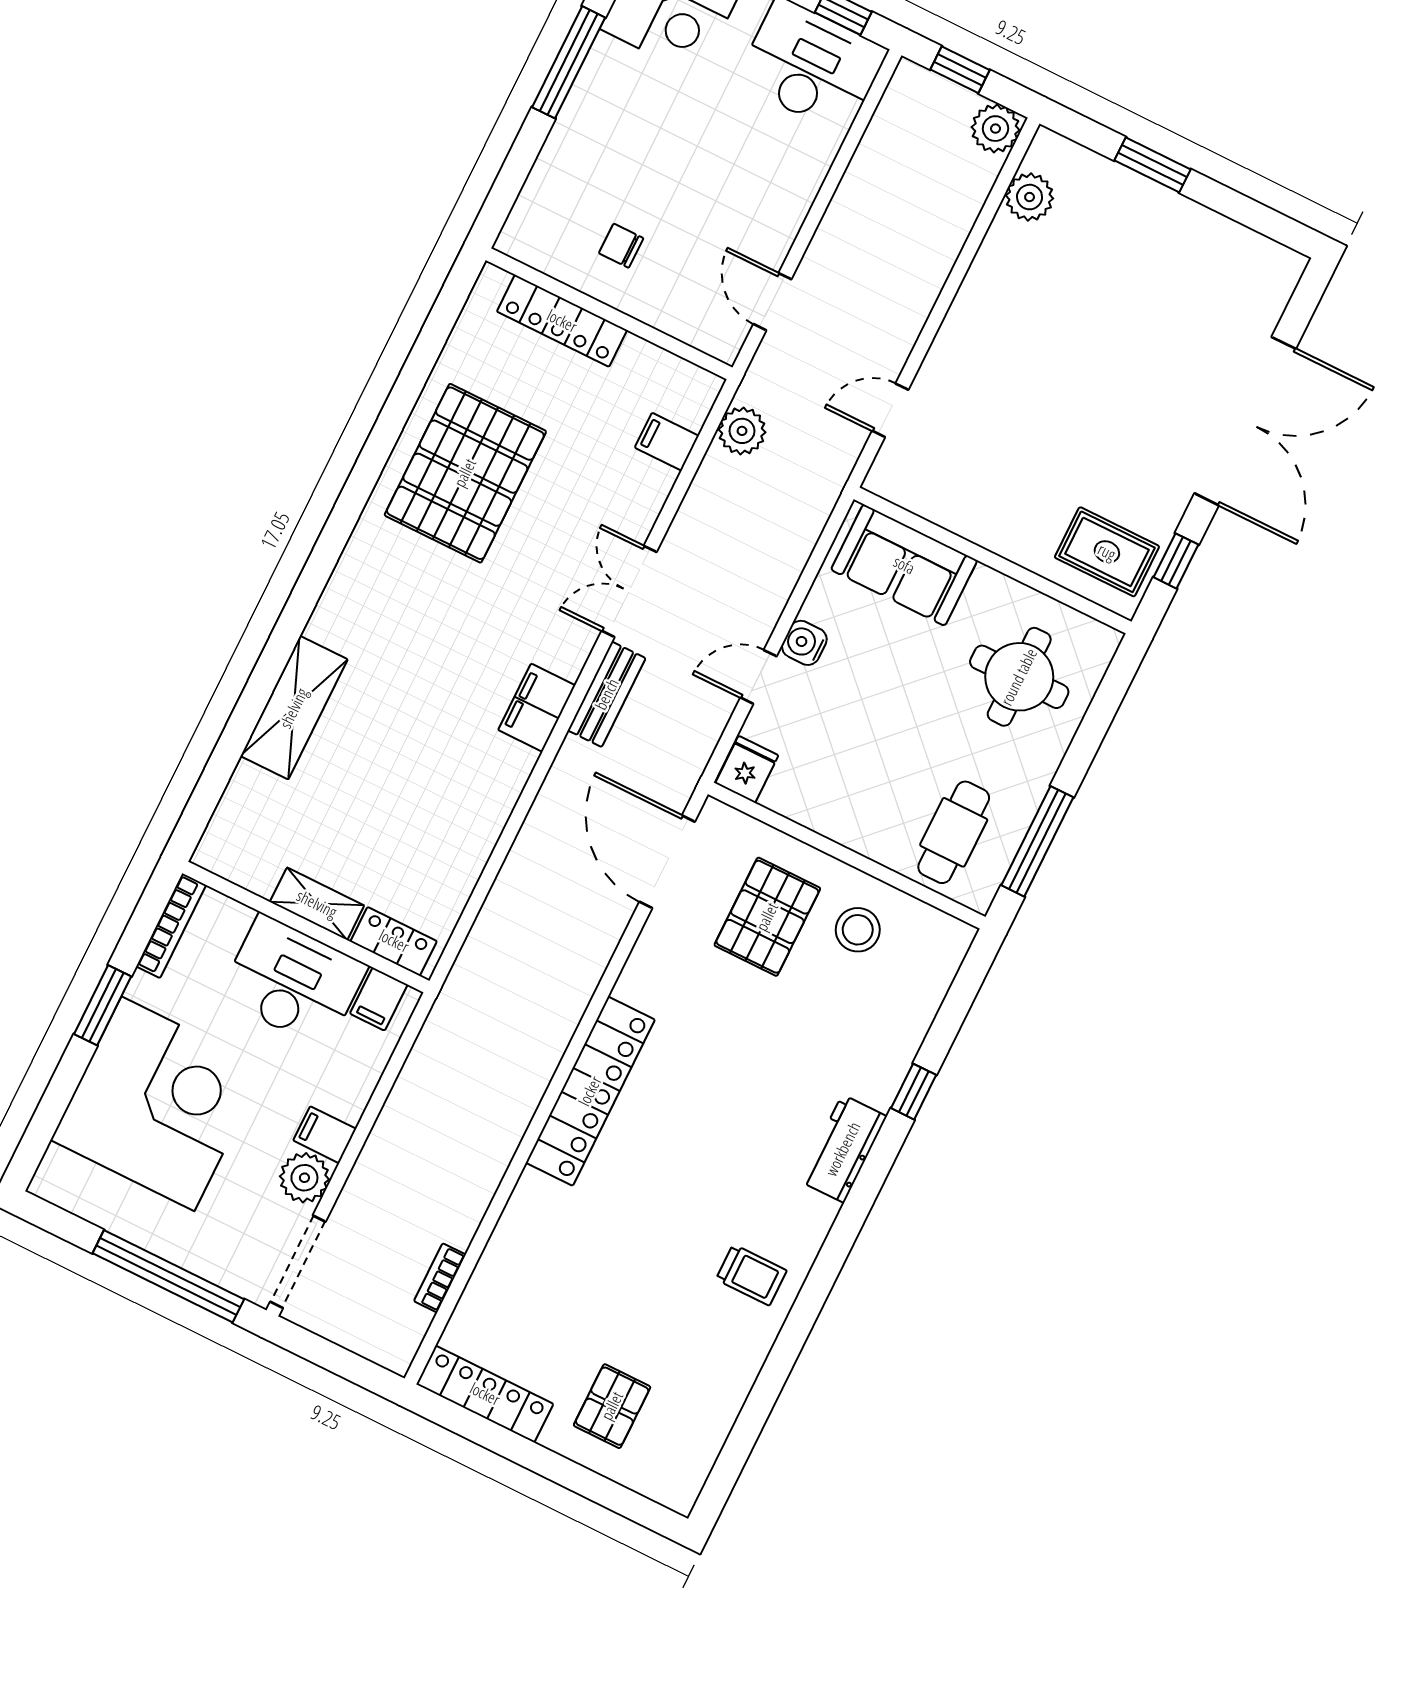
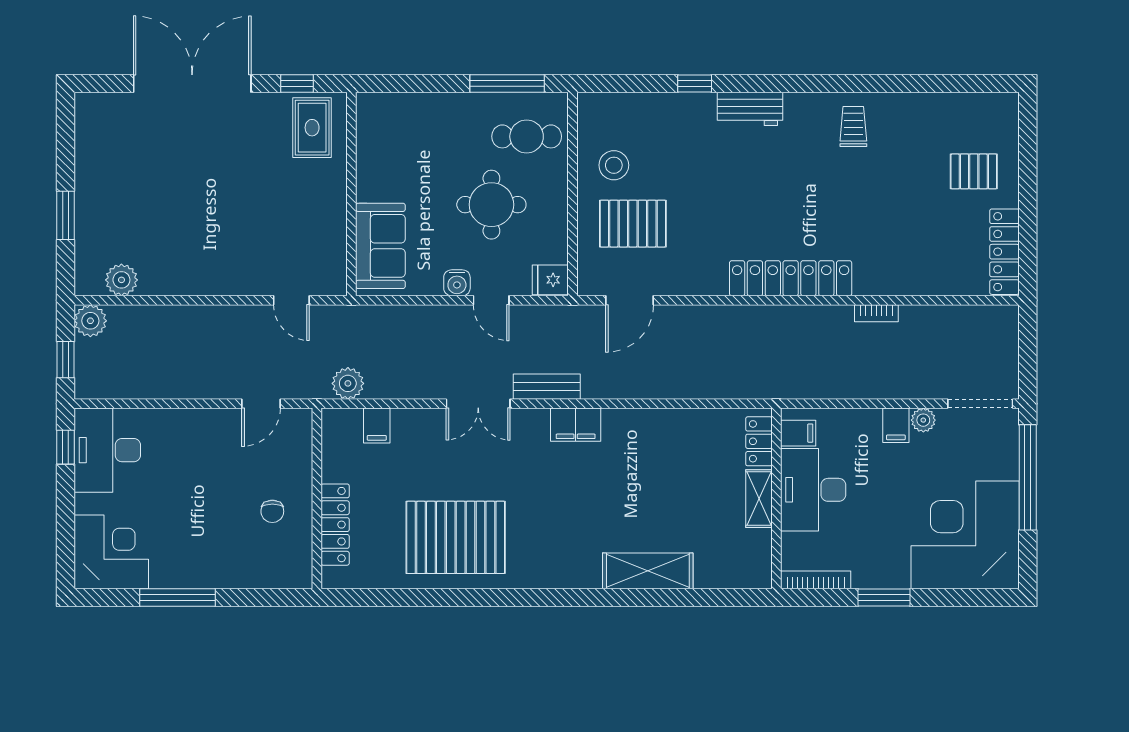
round table: (1019, 677) -> (491, 205), moved
door: (667, 862) -> (630, 300), width x0.73
corner desk: (158, 1104) -> (965, 535), moved
plant: (304, 1178) -> (923, 420), width x0.73, depth x0.73
bookcase: (440, 1278) -> (876, 313), moved

